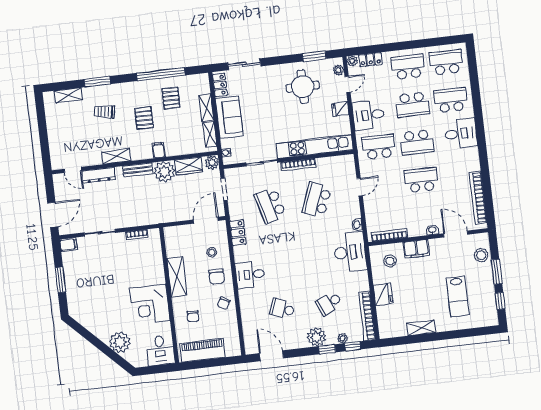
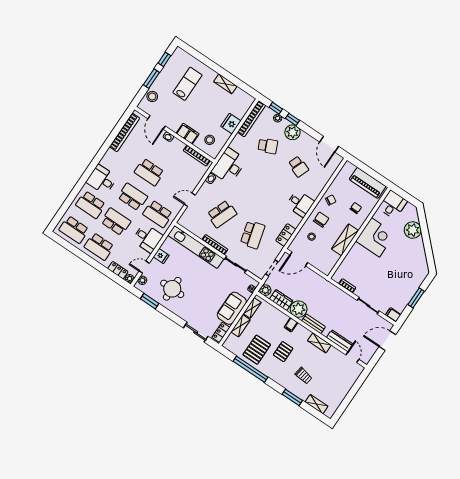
pallet: (171, 98) -> (257, 350), width x1.50, depth x1.42

